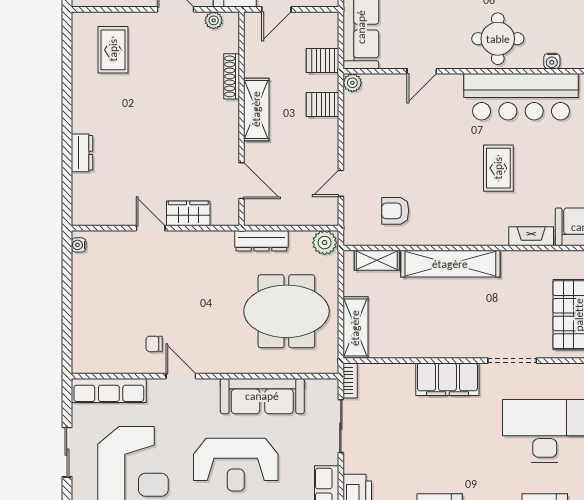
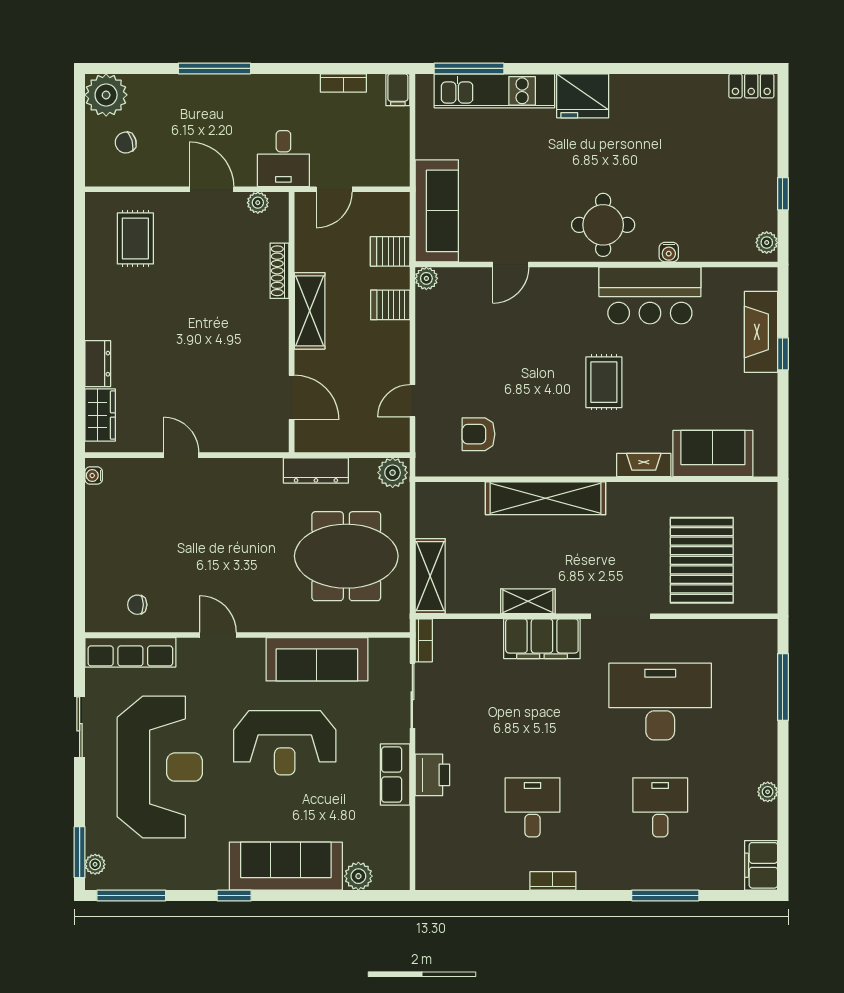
bar counter: (521, 97) -> (650, 295), width x0.73
wardrobe: (188, 213) -> (100, 415), moved, turned 90
shelving: (377, 260) -> (528, 601), moved
chair: (154, 344) -> (137, 605), moved

